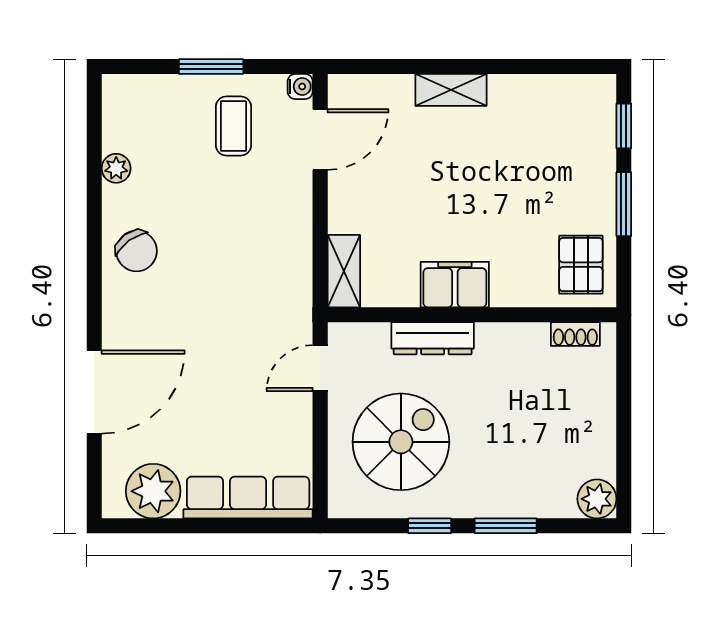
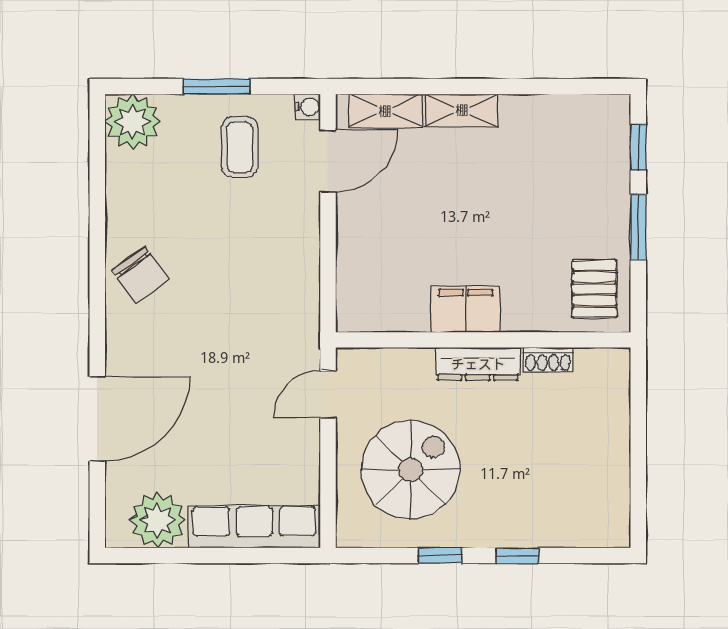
plant: (116, 168) -> (133, 122), moved, width x1.88, depth x1.88
shelving: (344, 271) -> (385, 111), moved, turned 90
shoe rack: (575, 334) -> (548, 360), moved
dresser: (433, 338) -> (478, 364), moved
plant: (597, 499) -> (611, 528), removed
window: (506, 526) -> (518, 556), width x0.67

